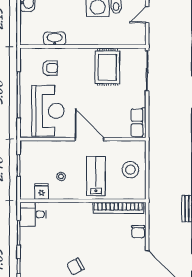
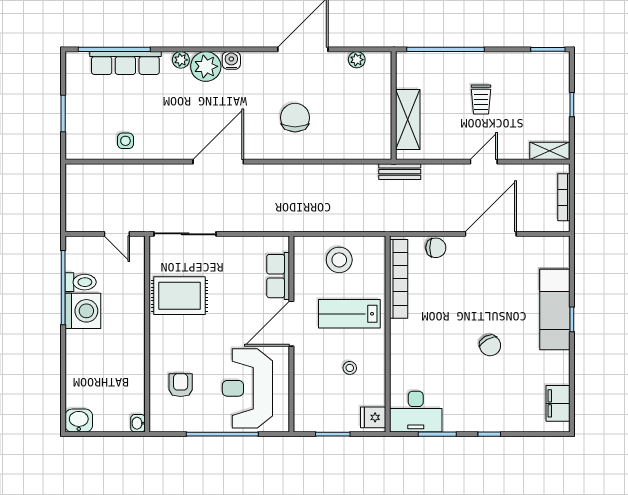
door: (147, 15) -> (117, 234), moved
washbasin: (55, 39) -> (138, 423), moved, width x0.52, depth x0.69
reception desk: (48, 111) -> (247, 388), turned -90
row of seats: (139, 123) -> (278, 276), moved, turned 90
fridge: (42, 191) -> (373, 417), moved
desk: (33, 214) -> (416, 412), width x1.37

